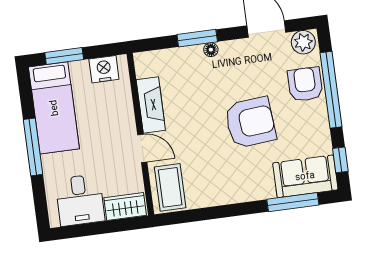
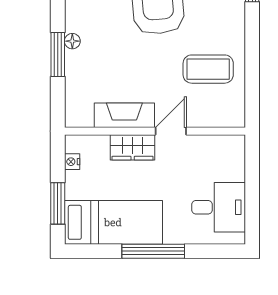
nightstand: (104, 69) -> (72, 162), width x0.53, depth x0.56
coffee table: (170, 187) -> (208, 69), moved
wardrobe: (125, 207) -> (133, 147), moved, turned -90

